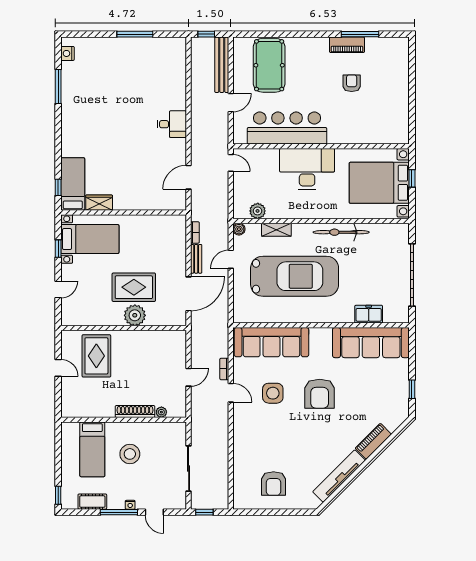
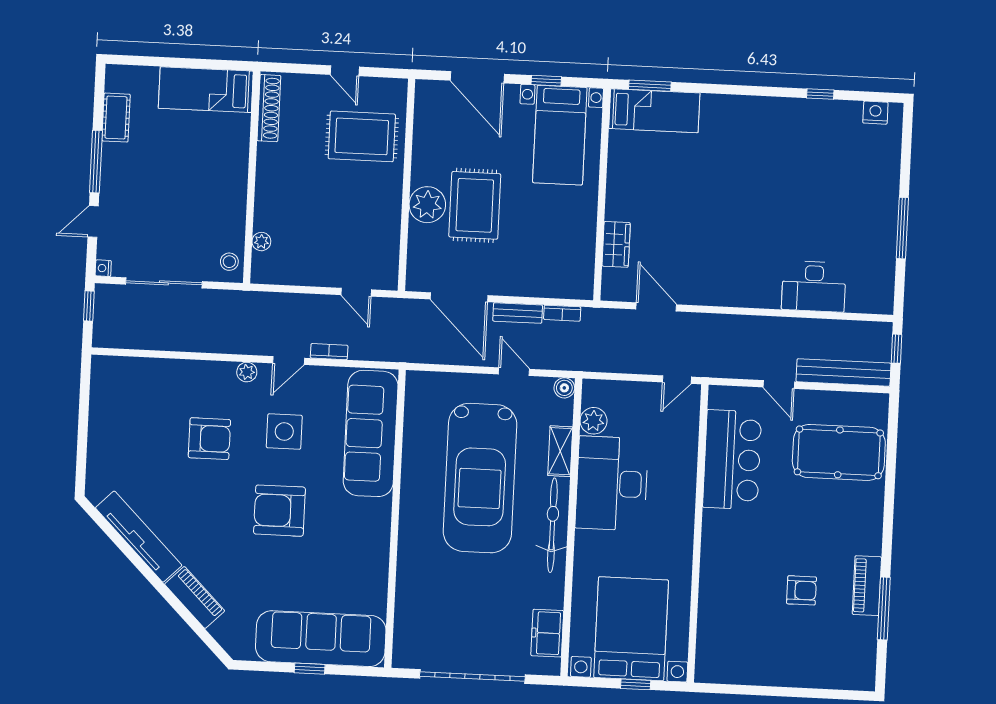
window: (58, 86) -> (820, 94), width x0.46
desk: (172, 124) -> (814, 286), moved, width x1.37
bar counter: (287, 128) -> (732, 460), width x0.73
desk: (307, 169) -> (612, 483), moved, turned 180
window: (58, 187) -> (650, 86), width x1.50
wardrobe: (99, 203) -> (616, 244), moved
bicycle: (341, 232) -> (552, 525), moved
door: (58, 289) -> (477, 77), width x1.88
freezer: (369, 314) -> (547, 633), moved, turned 180
sofa: (371, 343) -> (321, 639), moved, turned 90
door: (58, 368) -> (345, 71), hinge flipped
door: (189, 377) -> (356, 292), moved
window: (412, 389) -> (310, 669), moved
shoe rack: (135, 412) -> (269, 108), moved
plant: (239, 417) -> (247, 372), added
bed: (92, 449) -> (206, 90), moved
stool: (130, 454) -> (229, 262), moved, width x0.53, depth x0.53
armchair: (274, 484) -> (209, 439), moved, turned 180
window: (58, 495) -> (130, 60), removed
nightstand: (130, 505) -> (103, 268), moved

